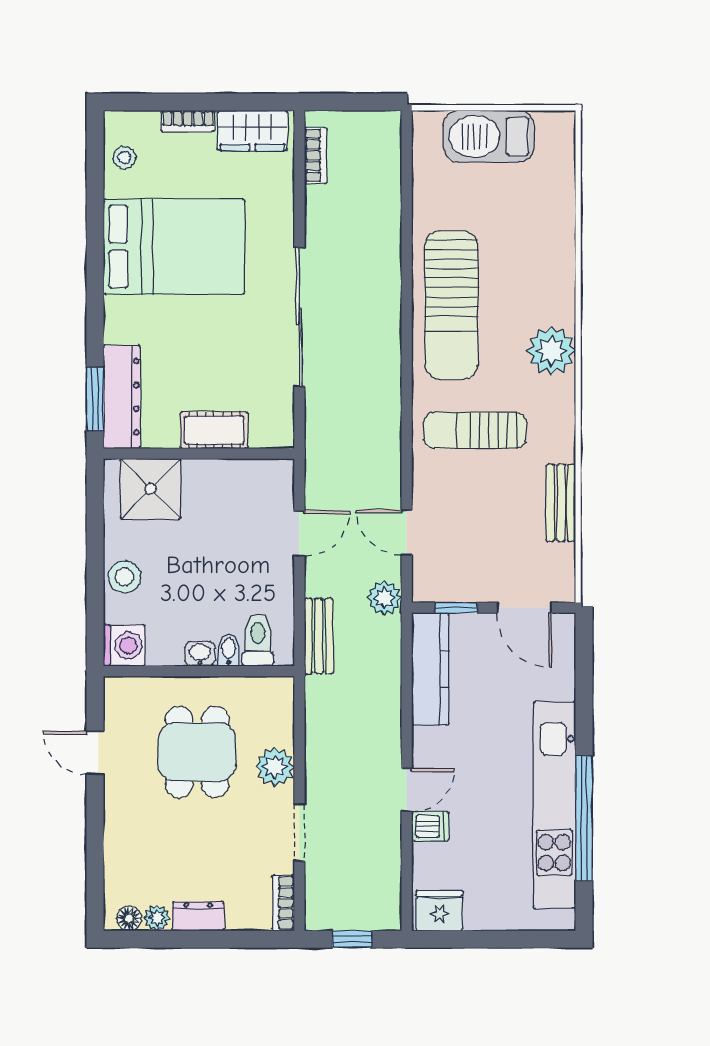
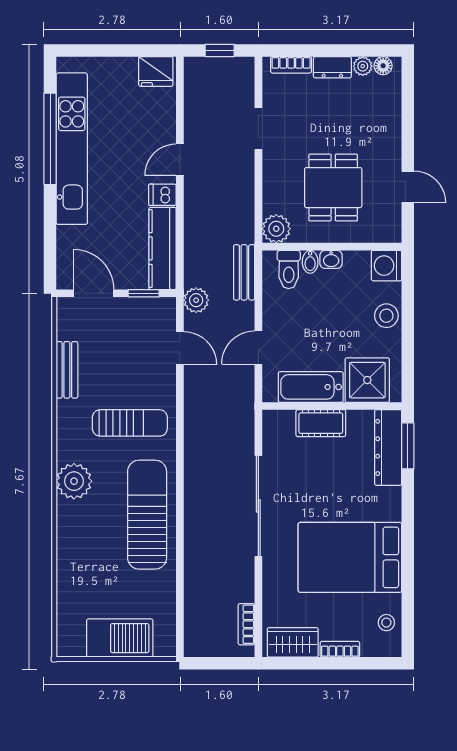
bathtub: (228, 479) -> (311, 387), added
plant: (275, 767) -> (276, 229), moved
dishwasher: (430, 826) -> (162, 195), moved
bookcase: (283, 903) -> (291, 65), moved, turned 90

